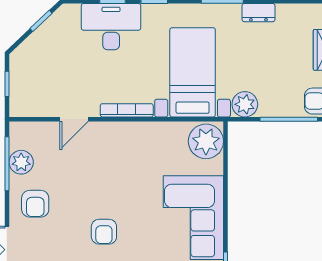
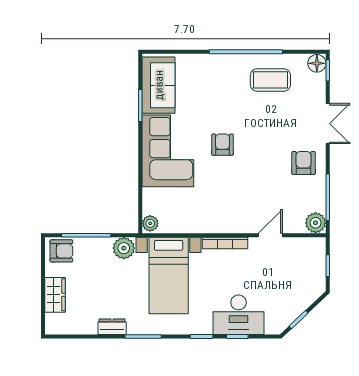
plant: (206, 141) -> (150, 223), width x0.53, depth x0.53
plant: (21, 162) -> (316, 223), moved
armchair: (104, 232) -> (222, 145), moved

